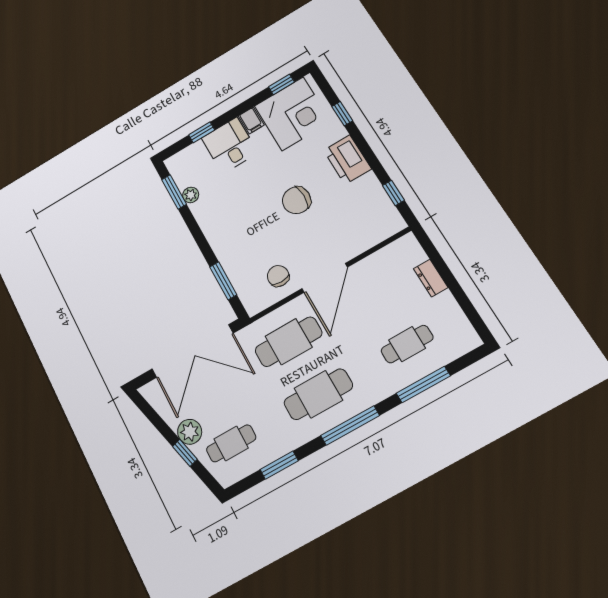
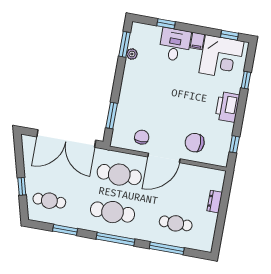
chair: (296, 200) -> (195, 143), moved
plant: (190, 432) -> (32, 178), removed

